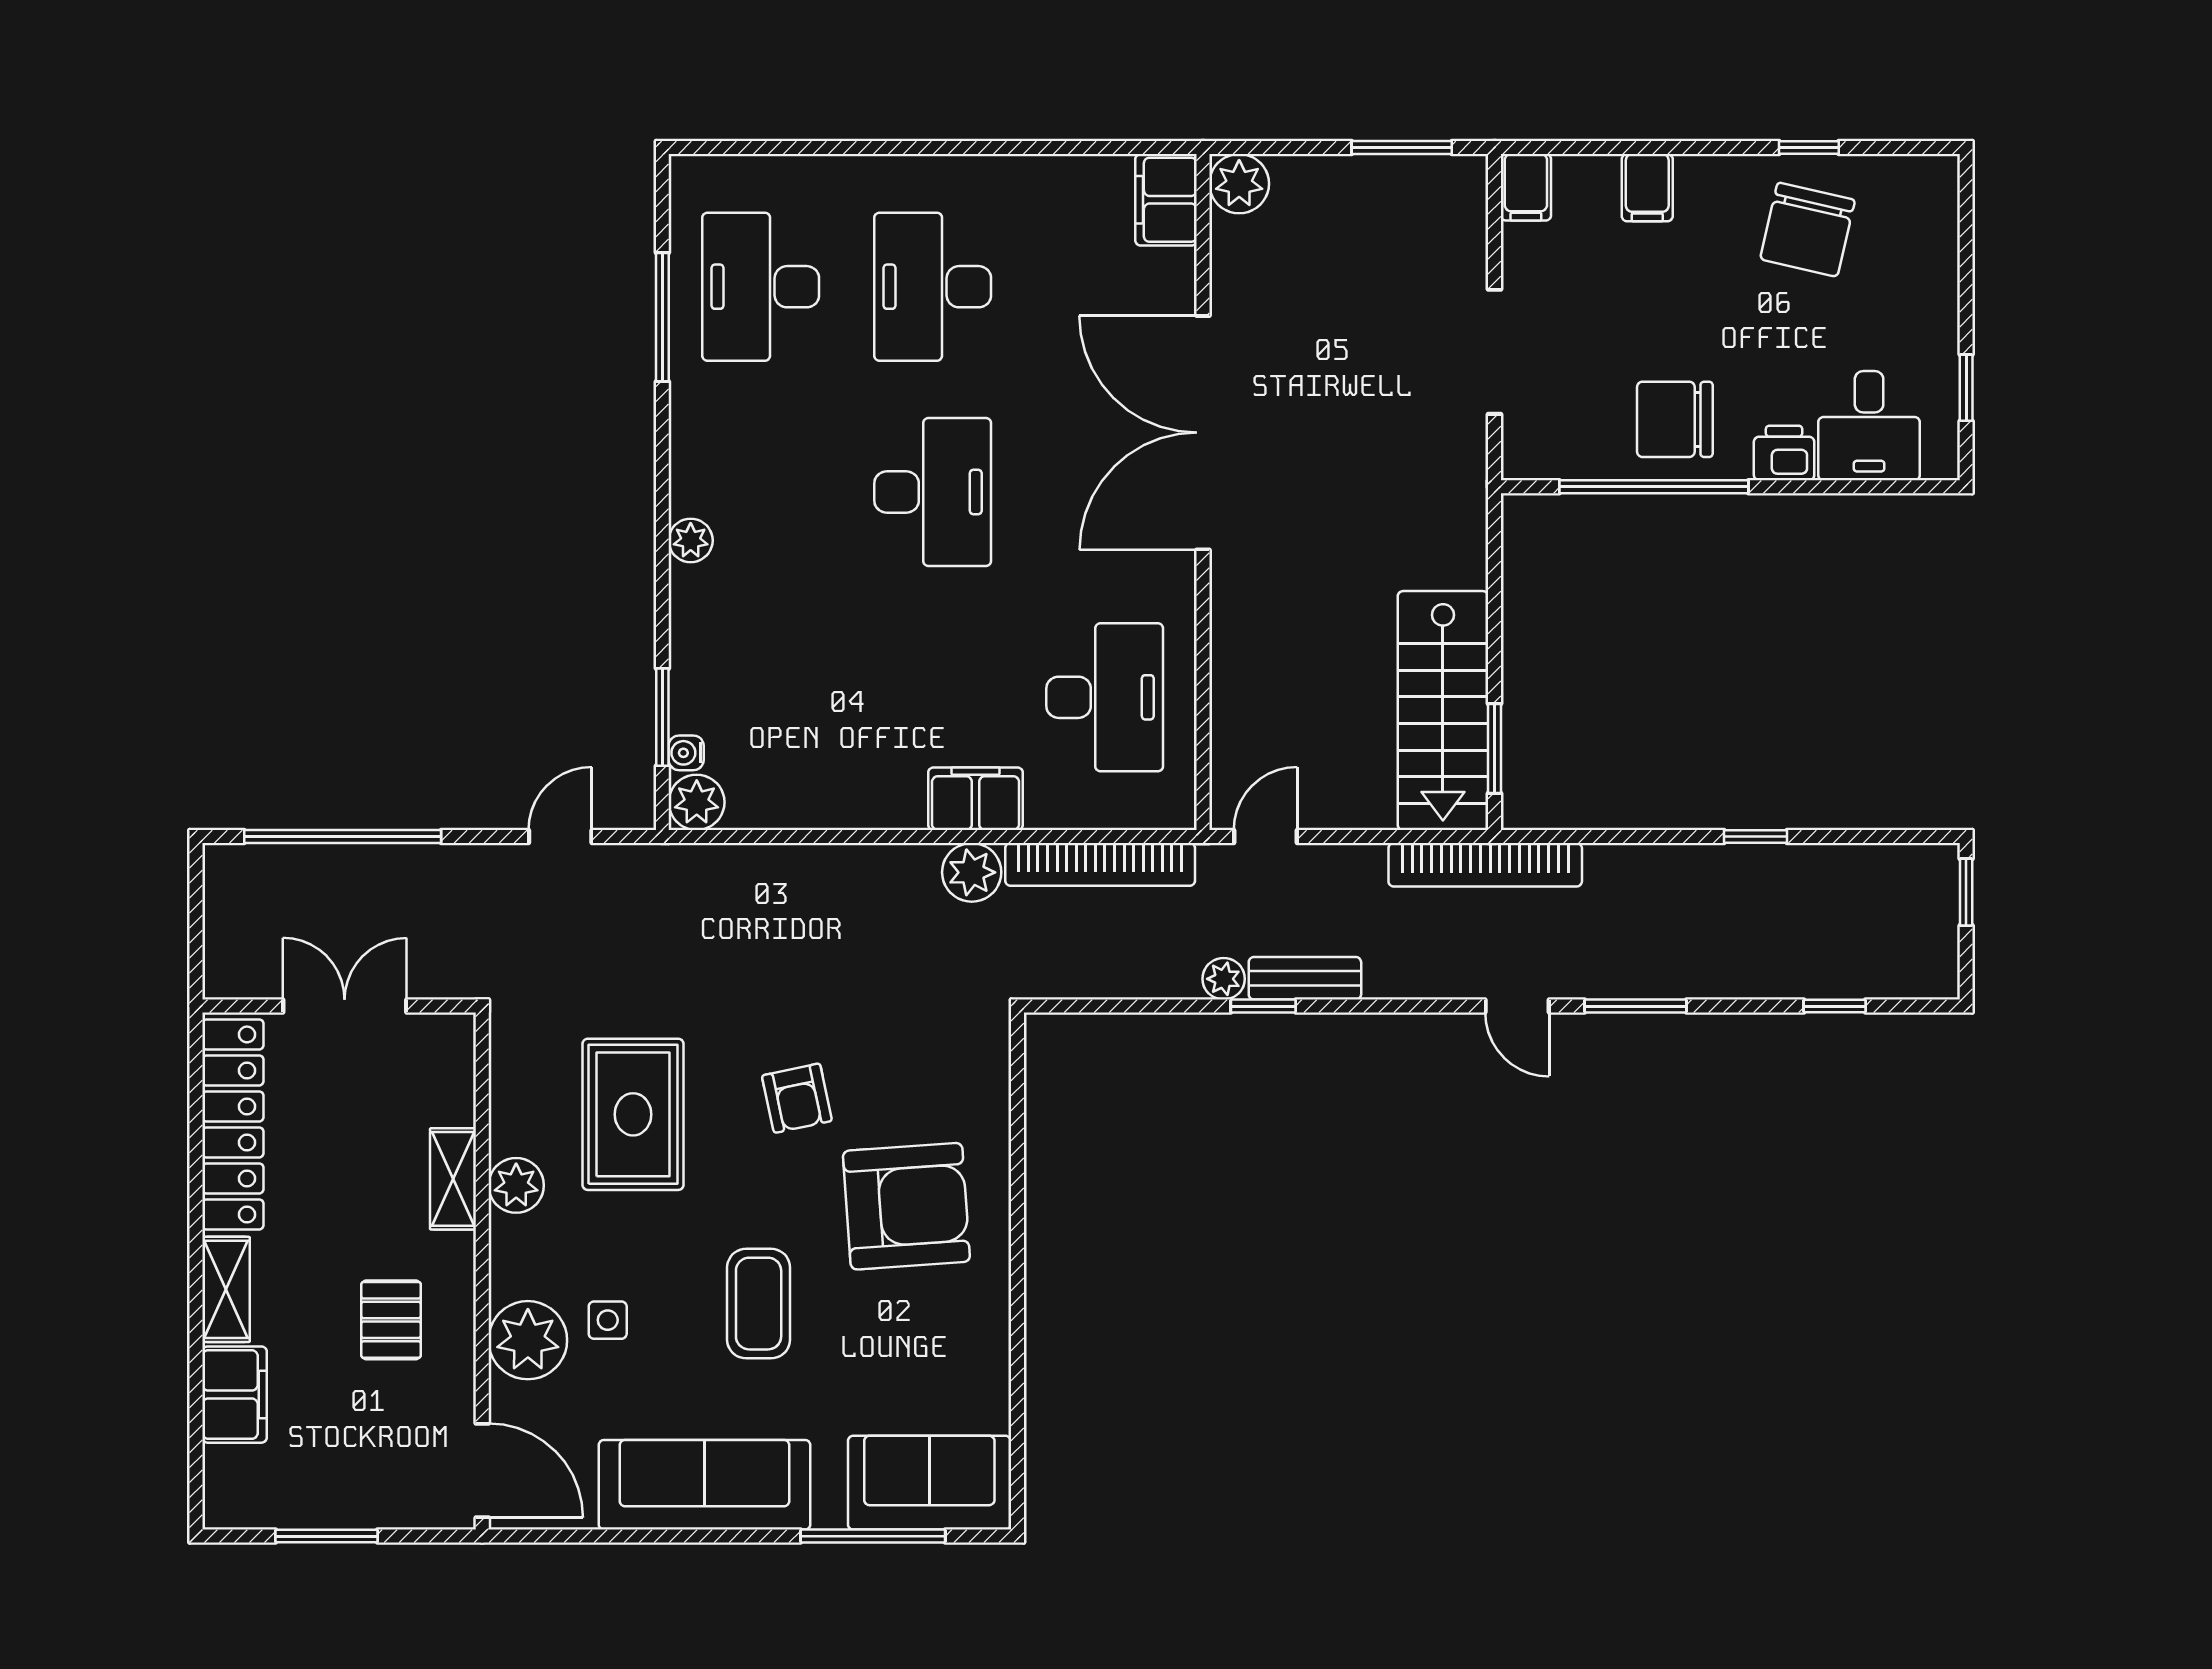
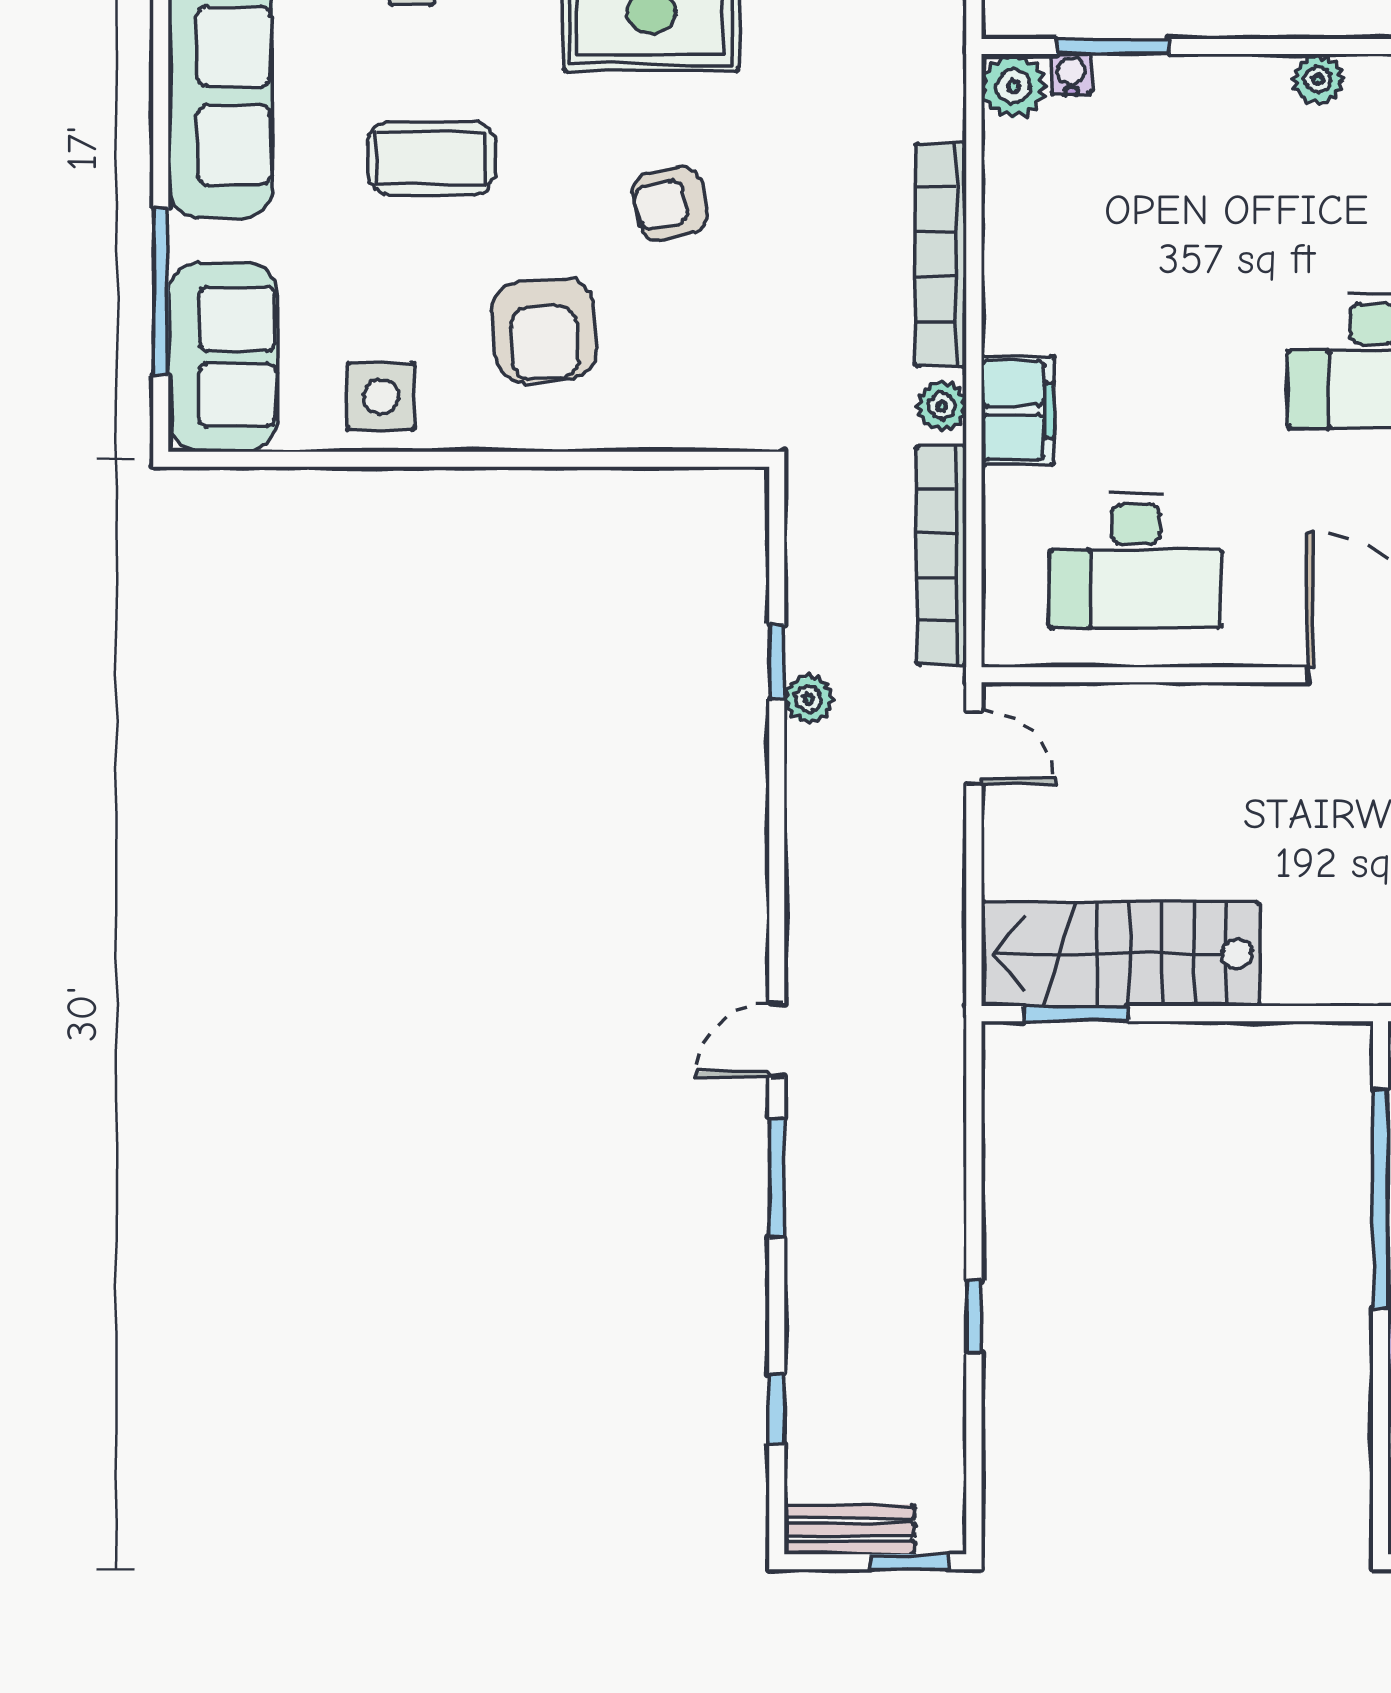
bookcase: (1485, 865) -> (941, 255), moved
plant: (972, 872) -> (942, 406), width x0.73, depth x0.73
bench: (1305, 978) -> (849, 1530), moved, turned 90
window: (1263, 1006) -> (777, 662), moved
armchair: (906, 1206) -> (544, 330), width x0.73, depth x0.73
side table: (964, 1347) -> (381, 397), added

